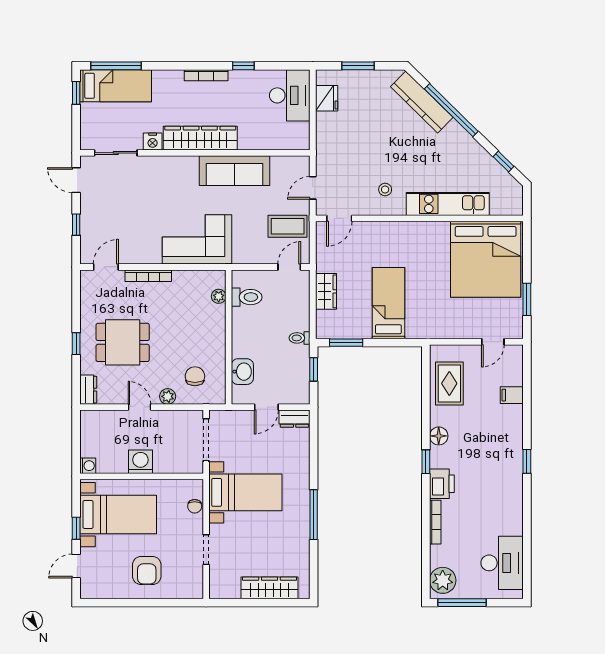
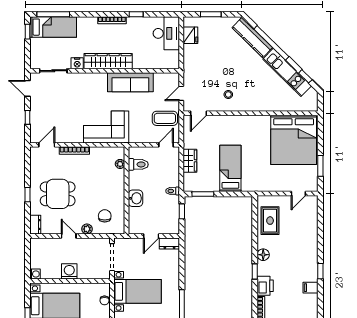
kitchen unit: (448, 204) -> (287, 72), moved, turned -136
washbasin: (242, 372) -> (136, 198), moved
filing cabinet: (512, 395) -> (311, 288), moved

